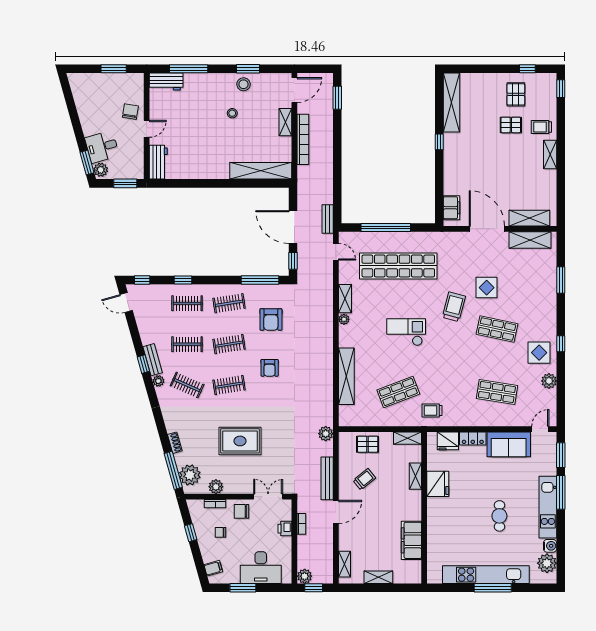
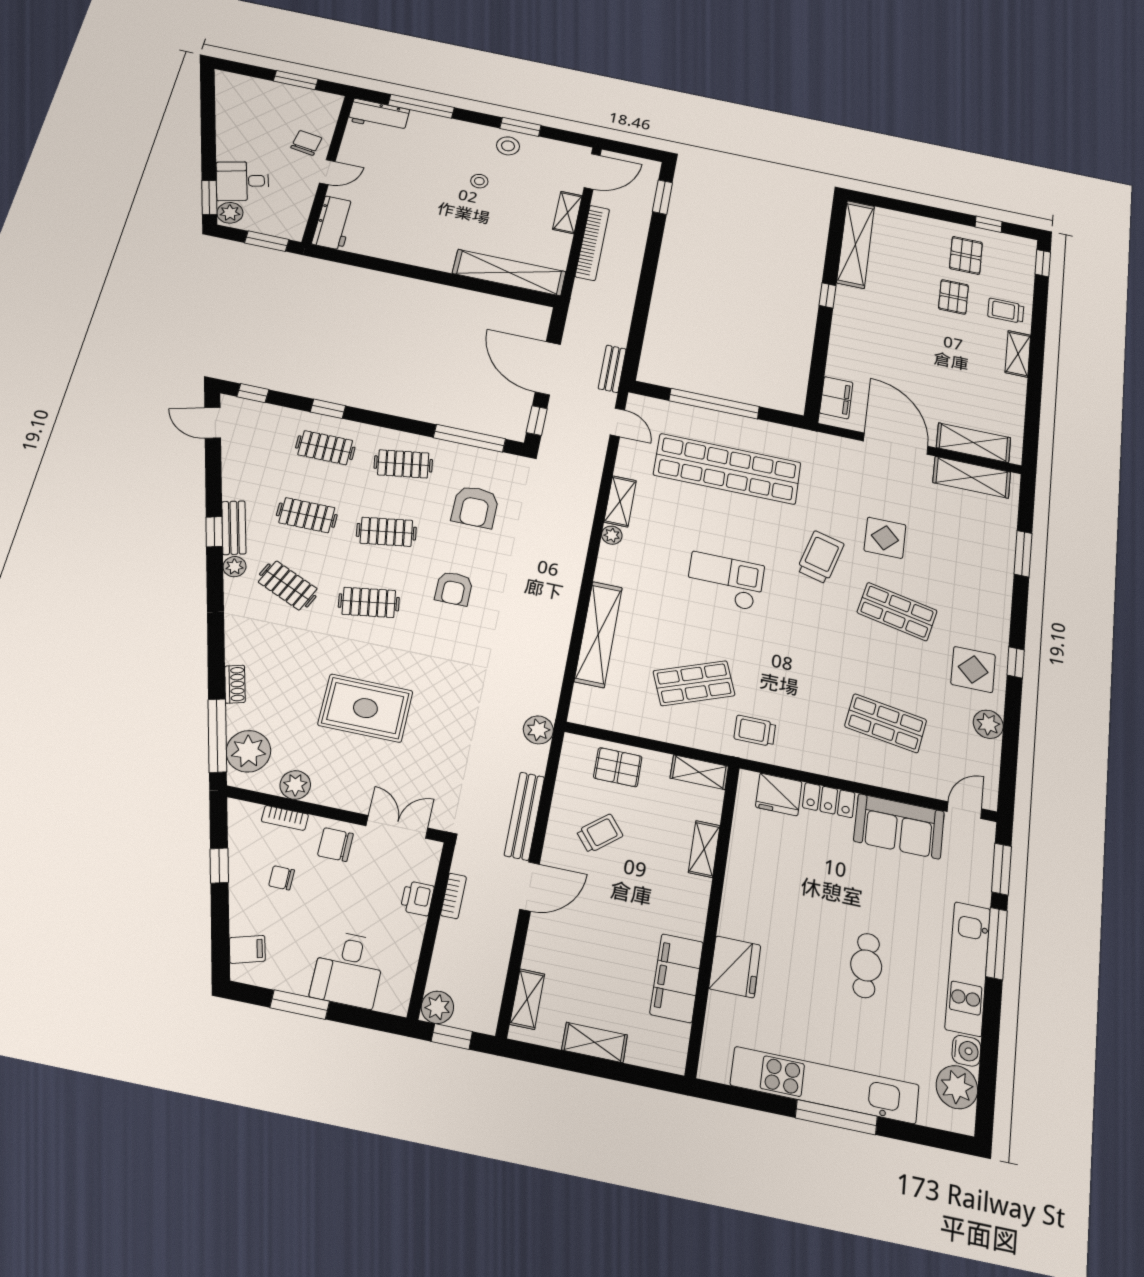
pallet: (511, 125) -> (953, 297), turned 90
fridge: (438, 484) -> (735, 967), moved
desk: (261, 568) -> (348, 969), width x0.73

